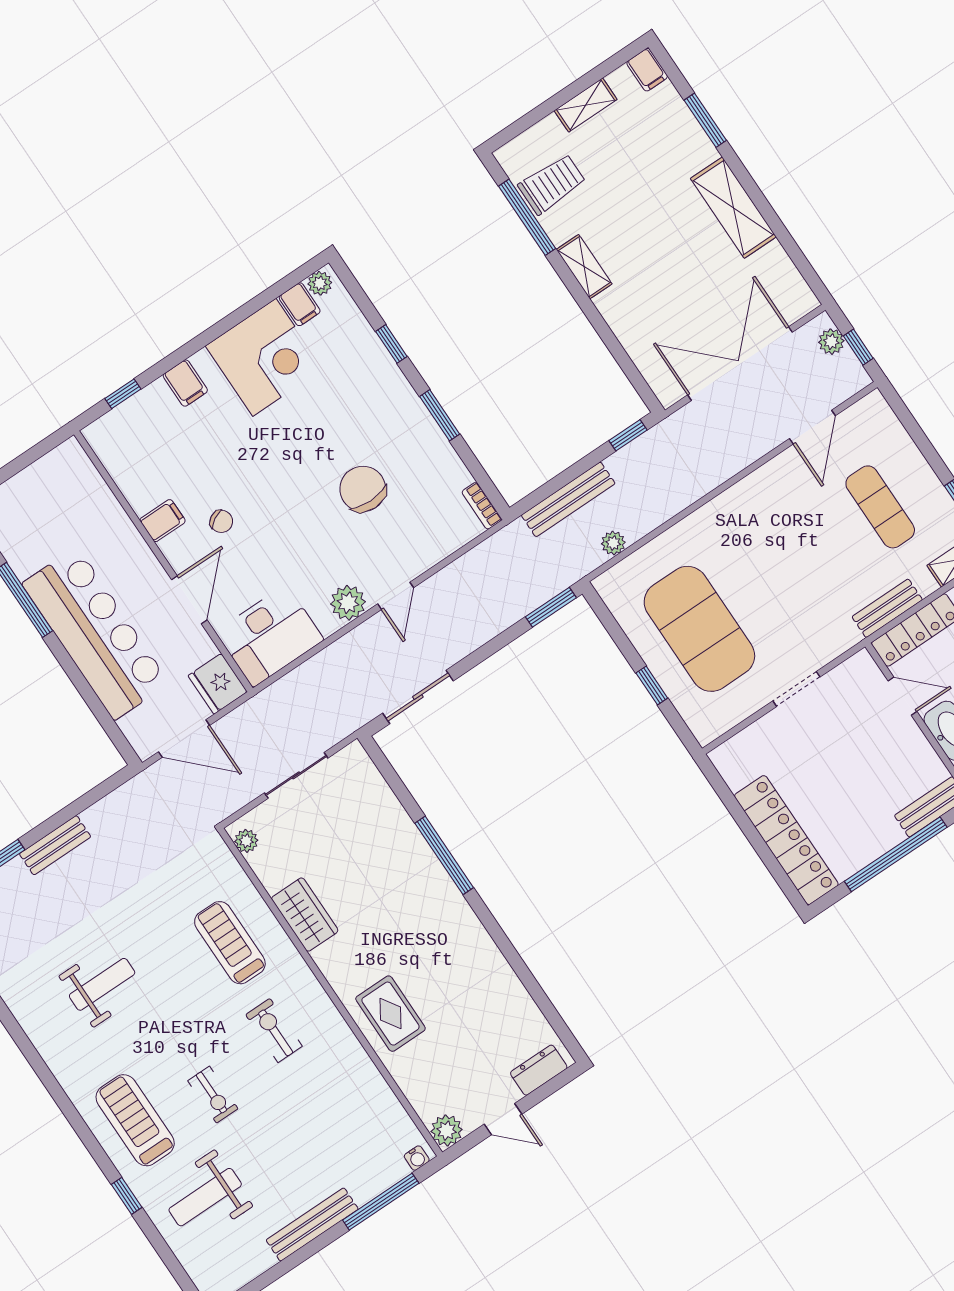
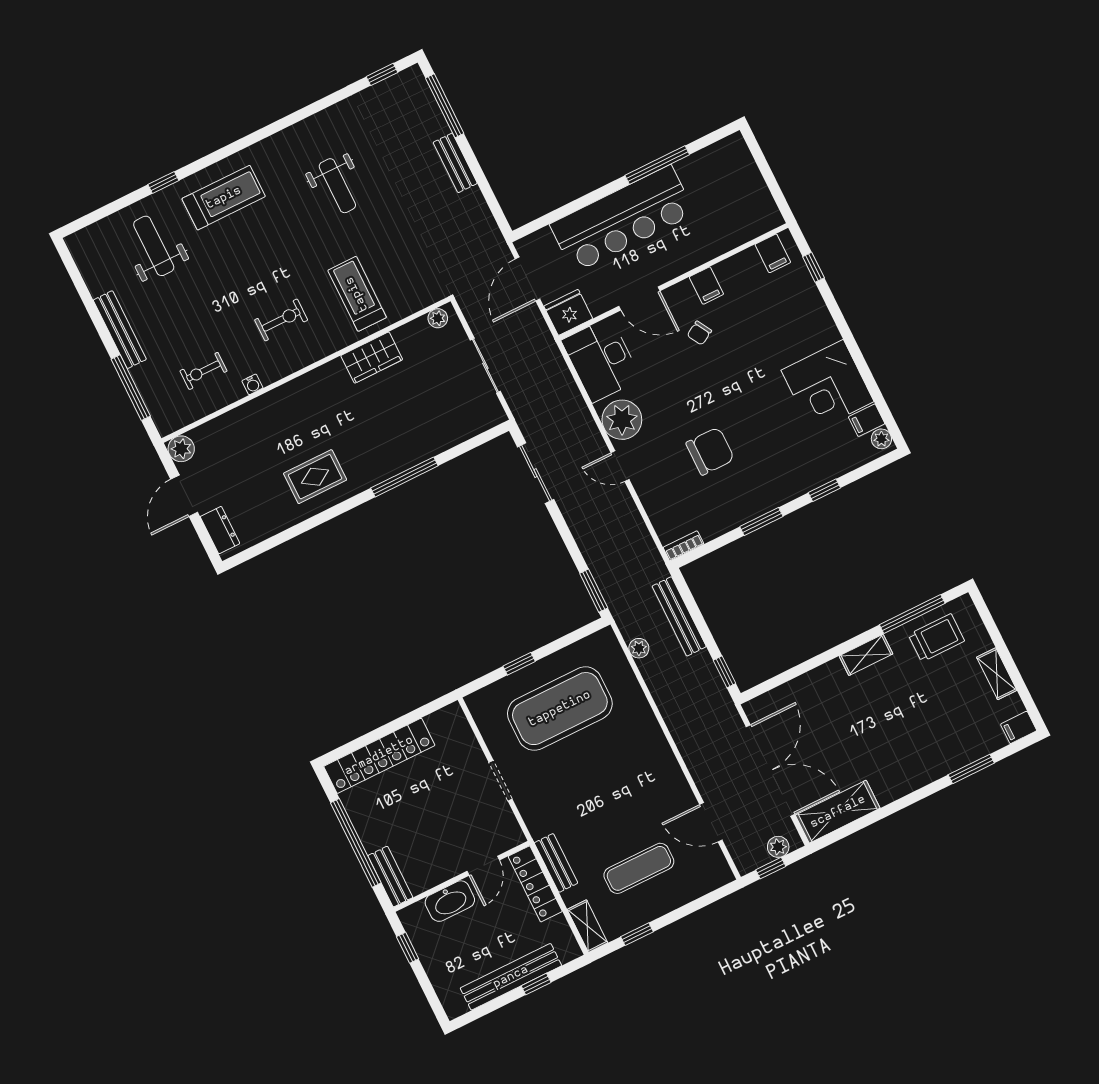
trolley: (552, 184) -> (936, 638), turned -90
shelving: (733, 208) -> (838, 812), moved
filing cabinet: (185, 383) -> (773, 253), moved, turned -90
plant: (348, 603) -> (622, 420), width x1.36, depth x1.36
treadmill: (230, 943) -> (357, 294), turned -90
rug: (390, 1014) -> (315, 477), moved
exercise bike: (213, 1095) -> (203, 371), moved
door: (503, 1119) -> (184, 496), width x1.38
water cooler: (417, 1158) -> (252, 384), moved, turned -90

